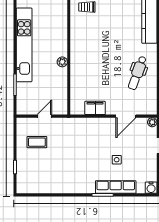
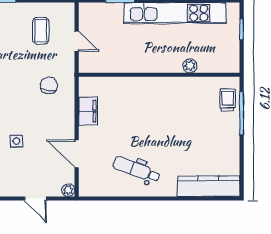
plant: (62, 62) -> (190, 66), moved
chair: (76, 136) -> (49, 85), added

